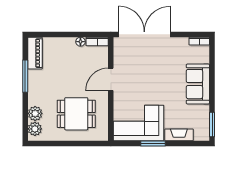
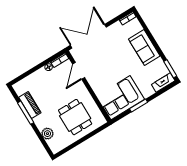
piano: (35, 53) -> (30, 105), moved
door: (111, 79) -> (79, 71), moved
dining table: (76, 114) -> (75, 117), turned 90
plant: (35, 129) -> (54, 144), removed
fireplace: (179, 135) -> (163, 83), moved

